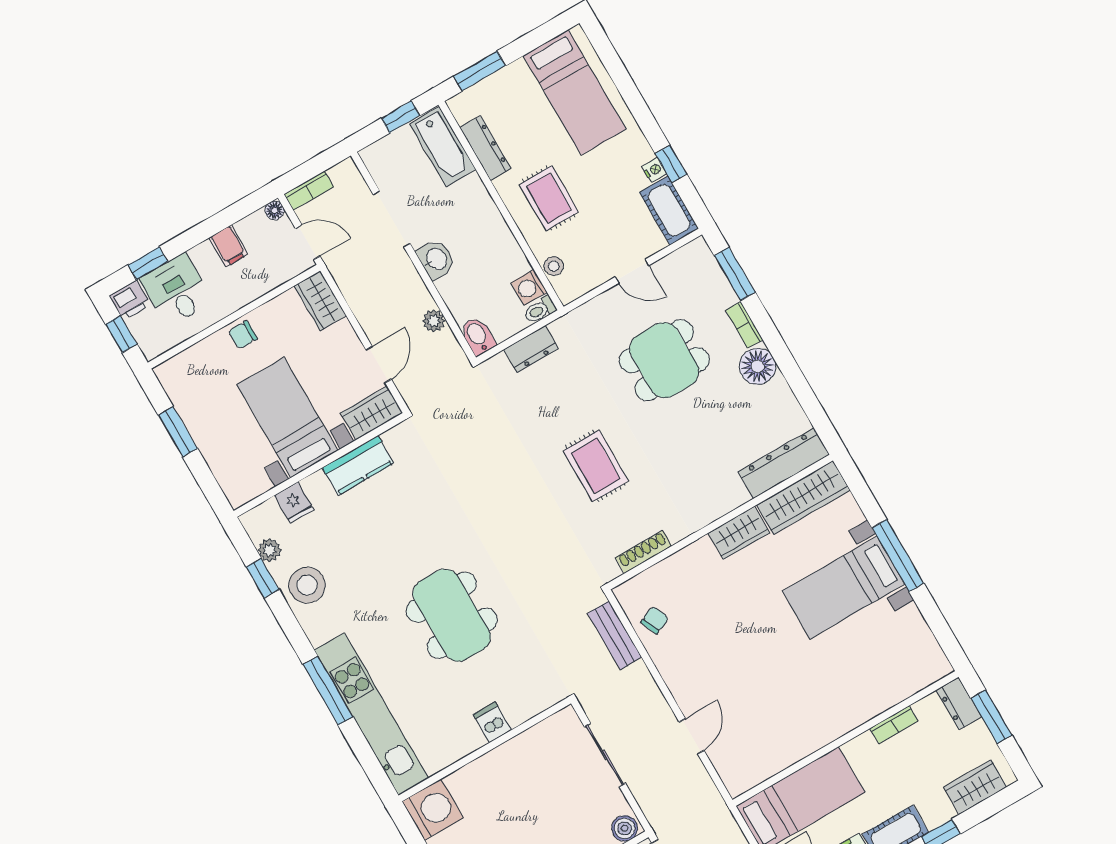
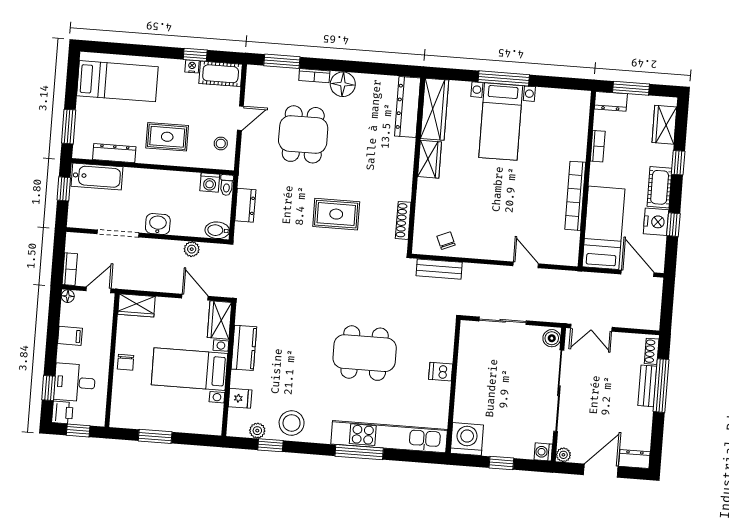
stool: (554, 266) -> (221, 143), moved
bookcase: (816, 739) -> (575, 196), added

